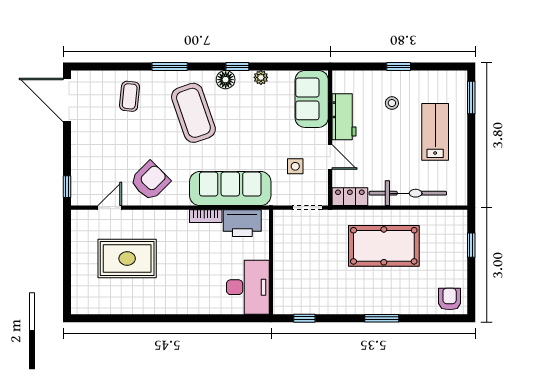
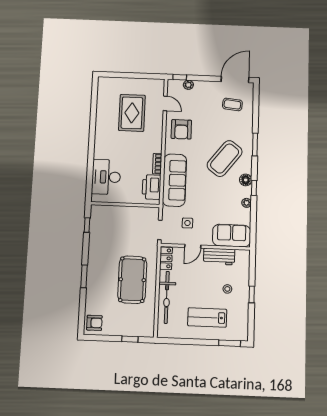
coffee table: (130, 96) -> (232, 104), moved
coffee table: (193, 113) -> (225, 159), turned -33
lab bench: (435, 132) -> (207, 317), turned 180
plant: (78, 173) -> (188, 85), added
armchair: (150, 181) -> (181, 129), turned 45
desk: (248, 287) -> (106, 177), moved, turned 90

